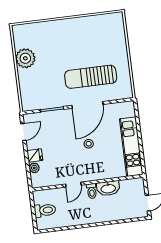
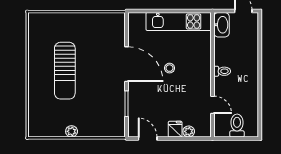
plant: (25, 58) -> (72, 131), width x0.53, depth x0.53
sun lounger: (91, 77) -> (65, 71), moved
door: (73, 185) -> (213, 105), moved
washbasin: (108, 188) -> (221, 25), moved

